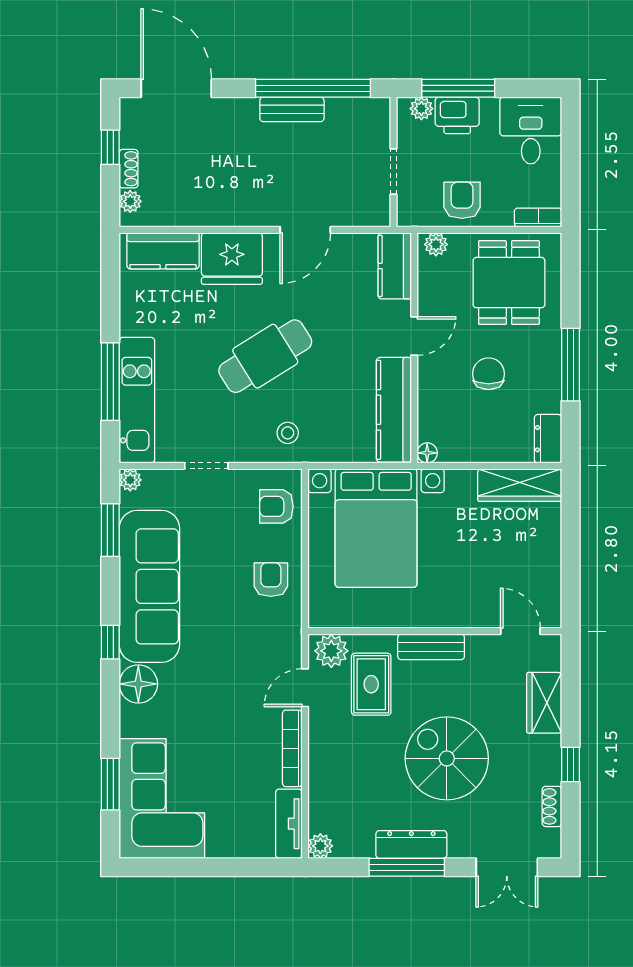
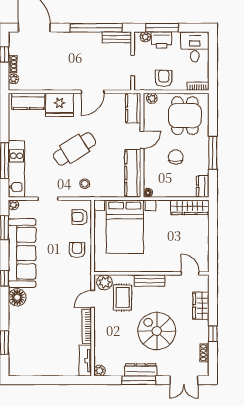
bench: (292, 109) -> (117, 37), moved
corner sofa: (162, 798) -> (28, 349), removed

